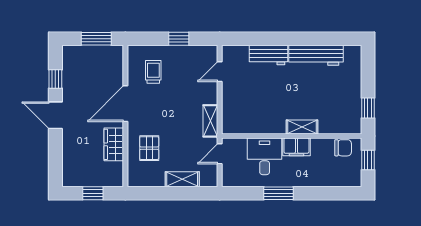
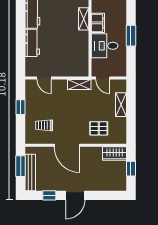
bench: (87, 52) -> (30, 173), added
wardrobe: (114, 144) -> (115, 154), moved

